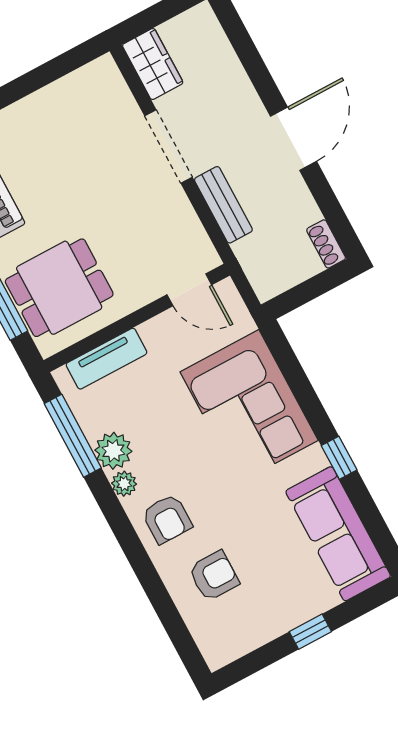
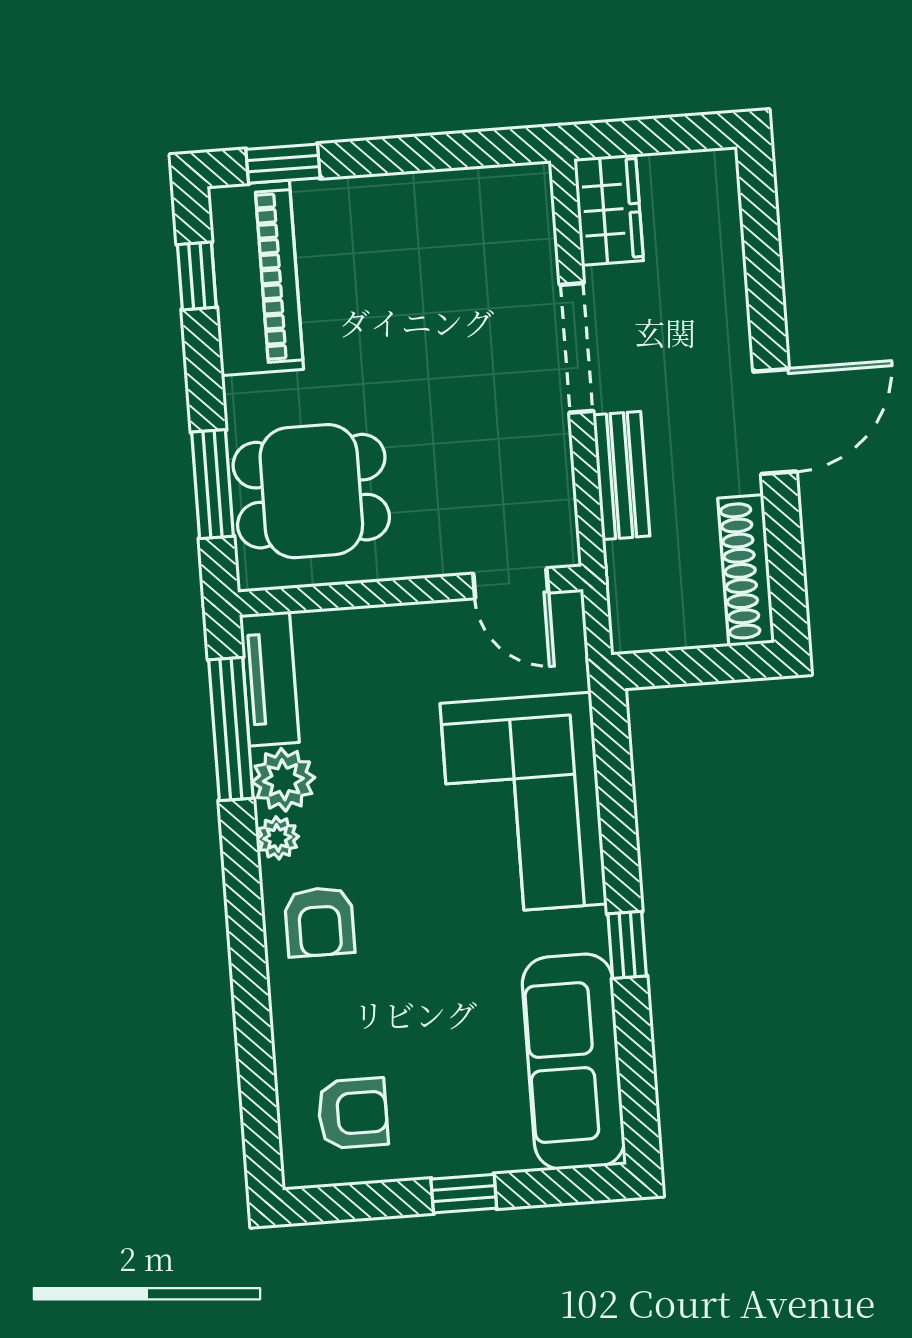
shoe rack: (326, 244) -> (746, 570), width x1.94, depth x1.24
tv unit: (106, 359) -> (269, 679), moved, turned -90
armchair: (214, 576) -> (353, 1113), moved

